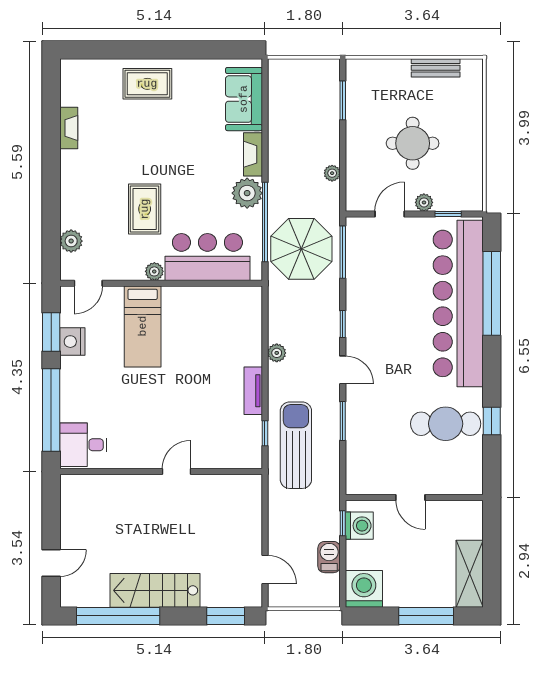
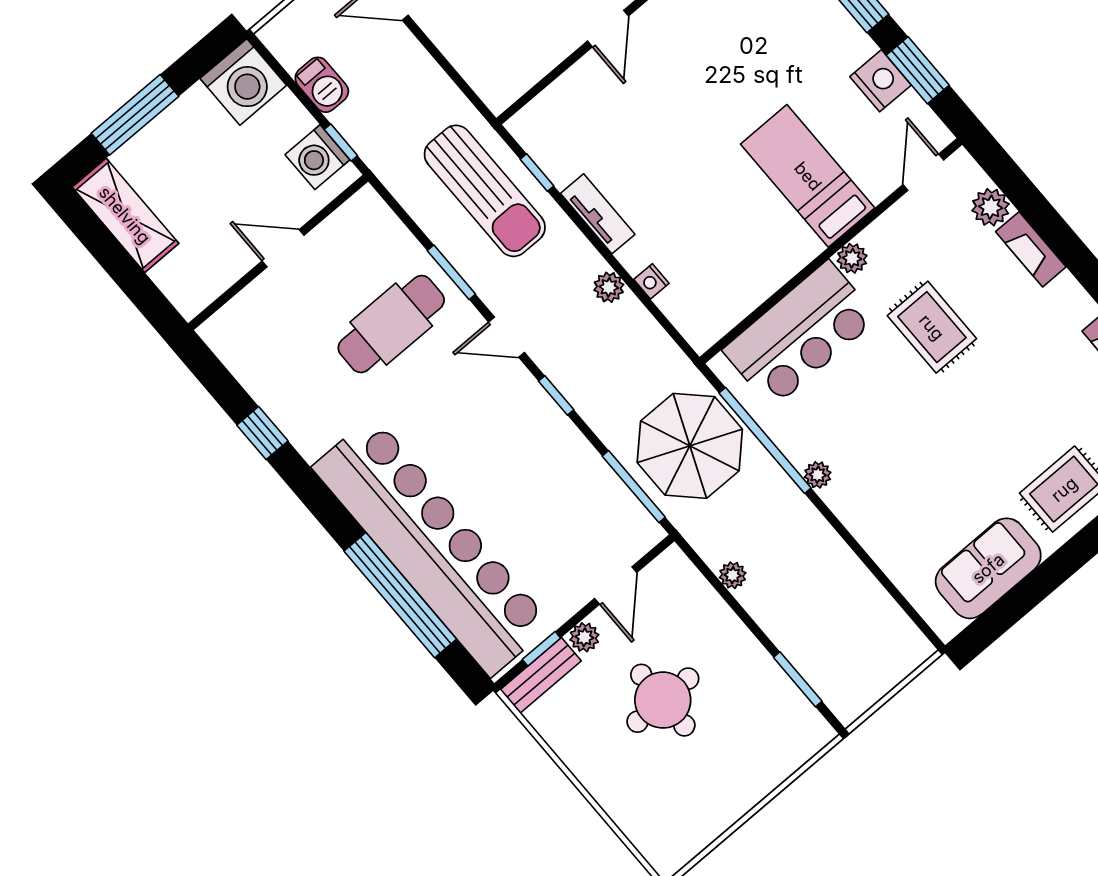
bench: (436, 68) -> (541, 675), moved
sofa: (244, 99) -> (988, 568), moved, turned -90
fireplace: (253, 154) -> (1031, 249), moved, turned 180
plant: (247, 193) -> (818, 475), width x0.53, depth x0.53
nightstand: (255, 339) -> (651, 281), added
cafe table: (446, 424) -> (391, 324), moved

